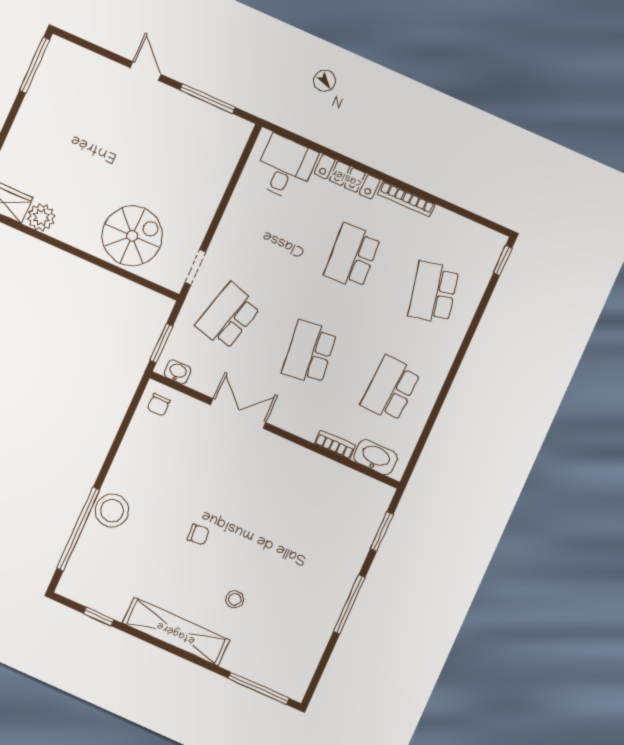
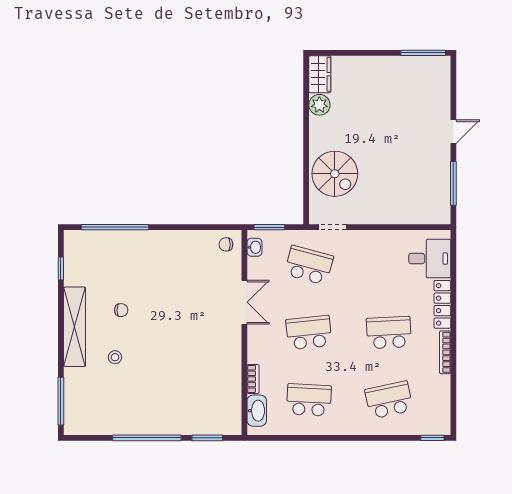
stool: (112, 511) -> (138, 245), removed
chair: (198, 534) -> (121, 310), moved, turned -85
window: (349, 604) -> (147, 438), width x1.46

